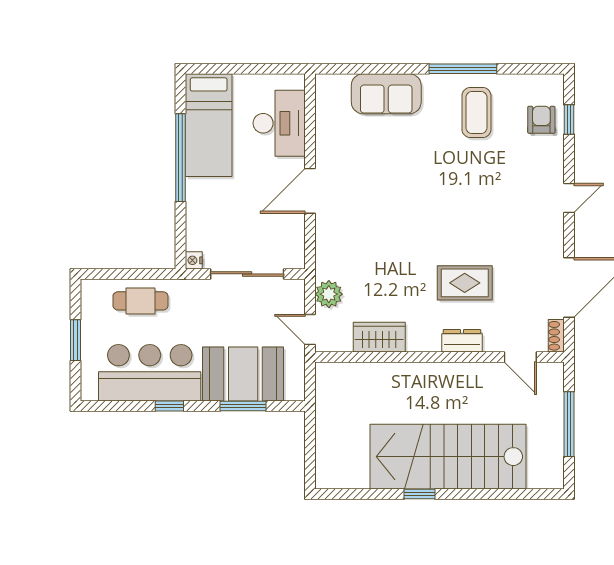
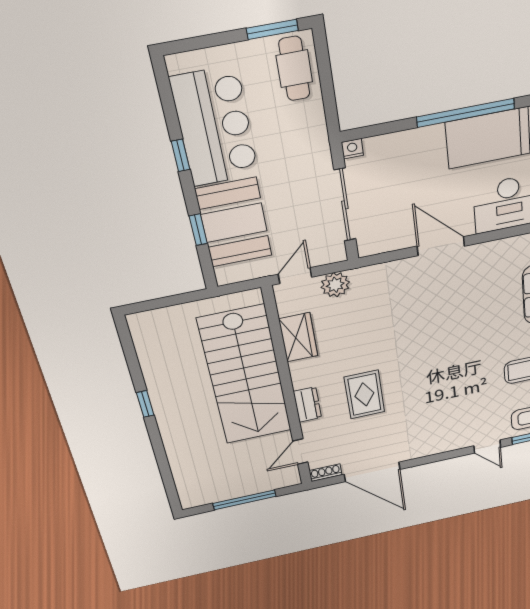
door: (569, 198) -> (487, 447), moved
cafe table: (140, 301) -> (294, 69), moved
window: (76, 340) -> (272, 29), moved
window: (243, 406) -> (198, 230), width x0.67
stairs: (448, 457) -> (245, 376), moved, turned 180

